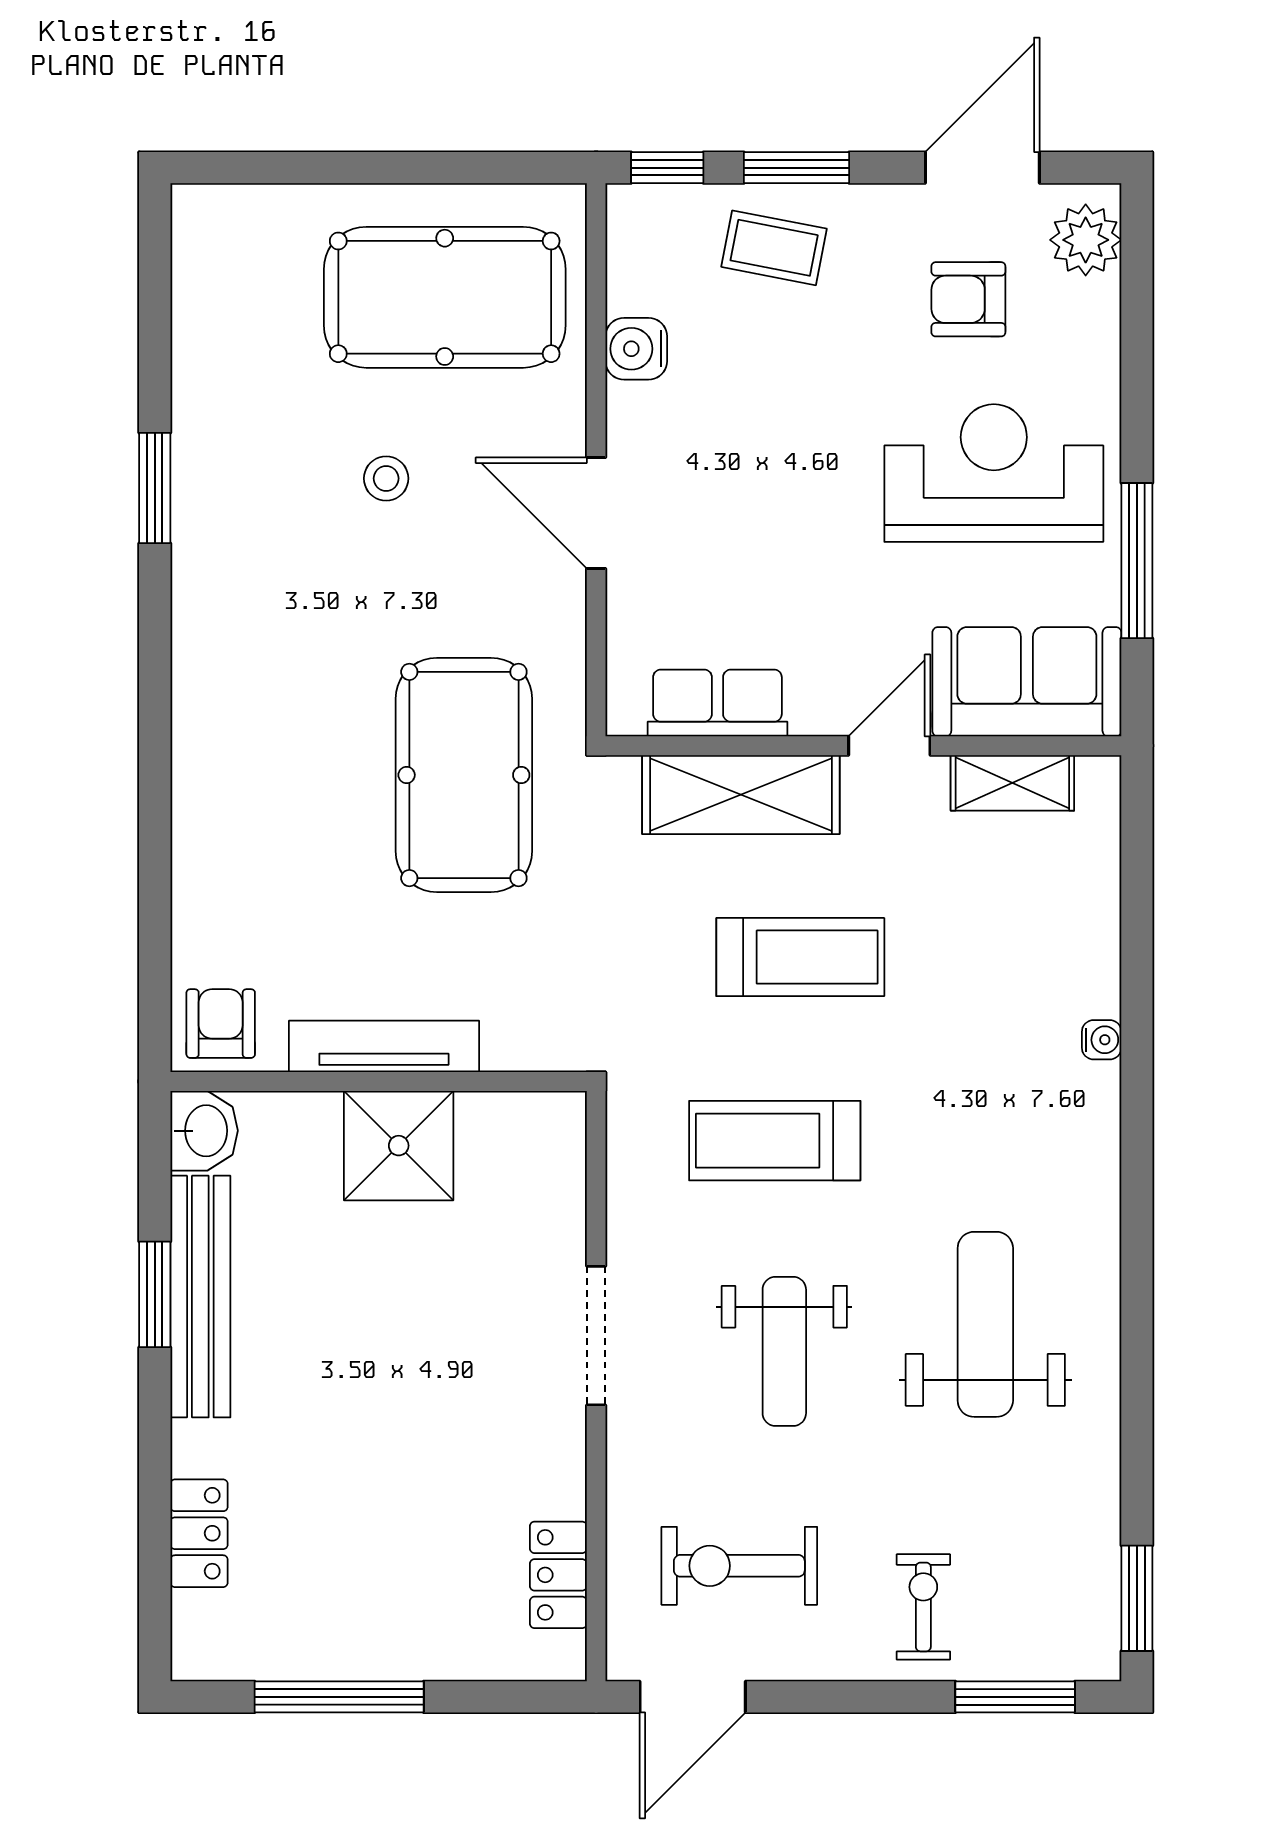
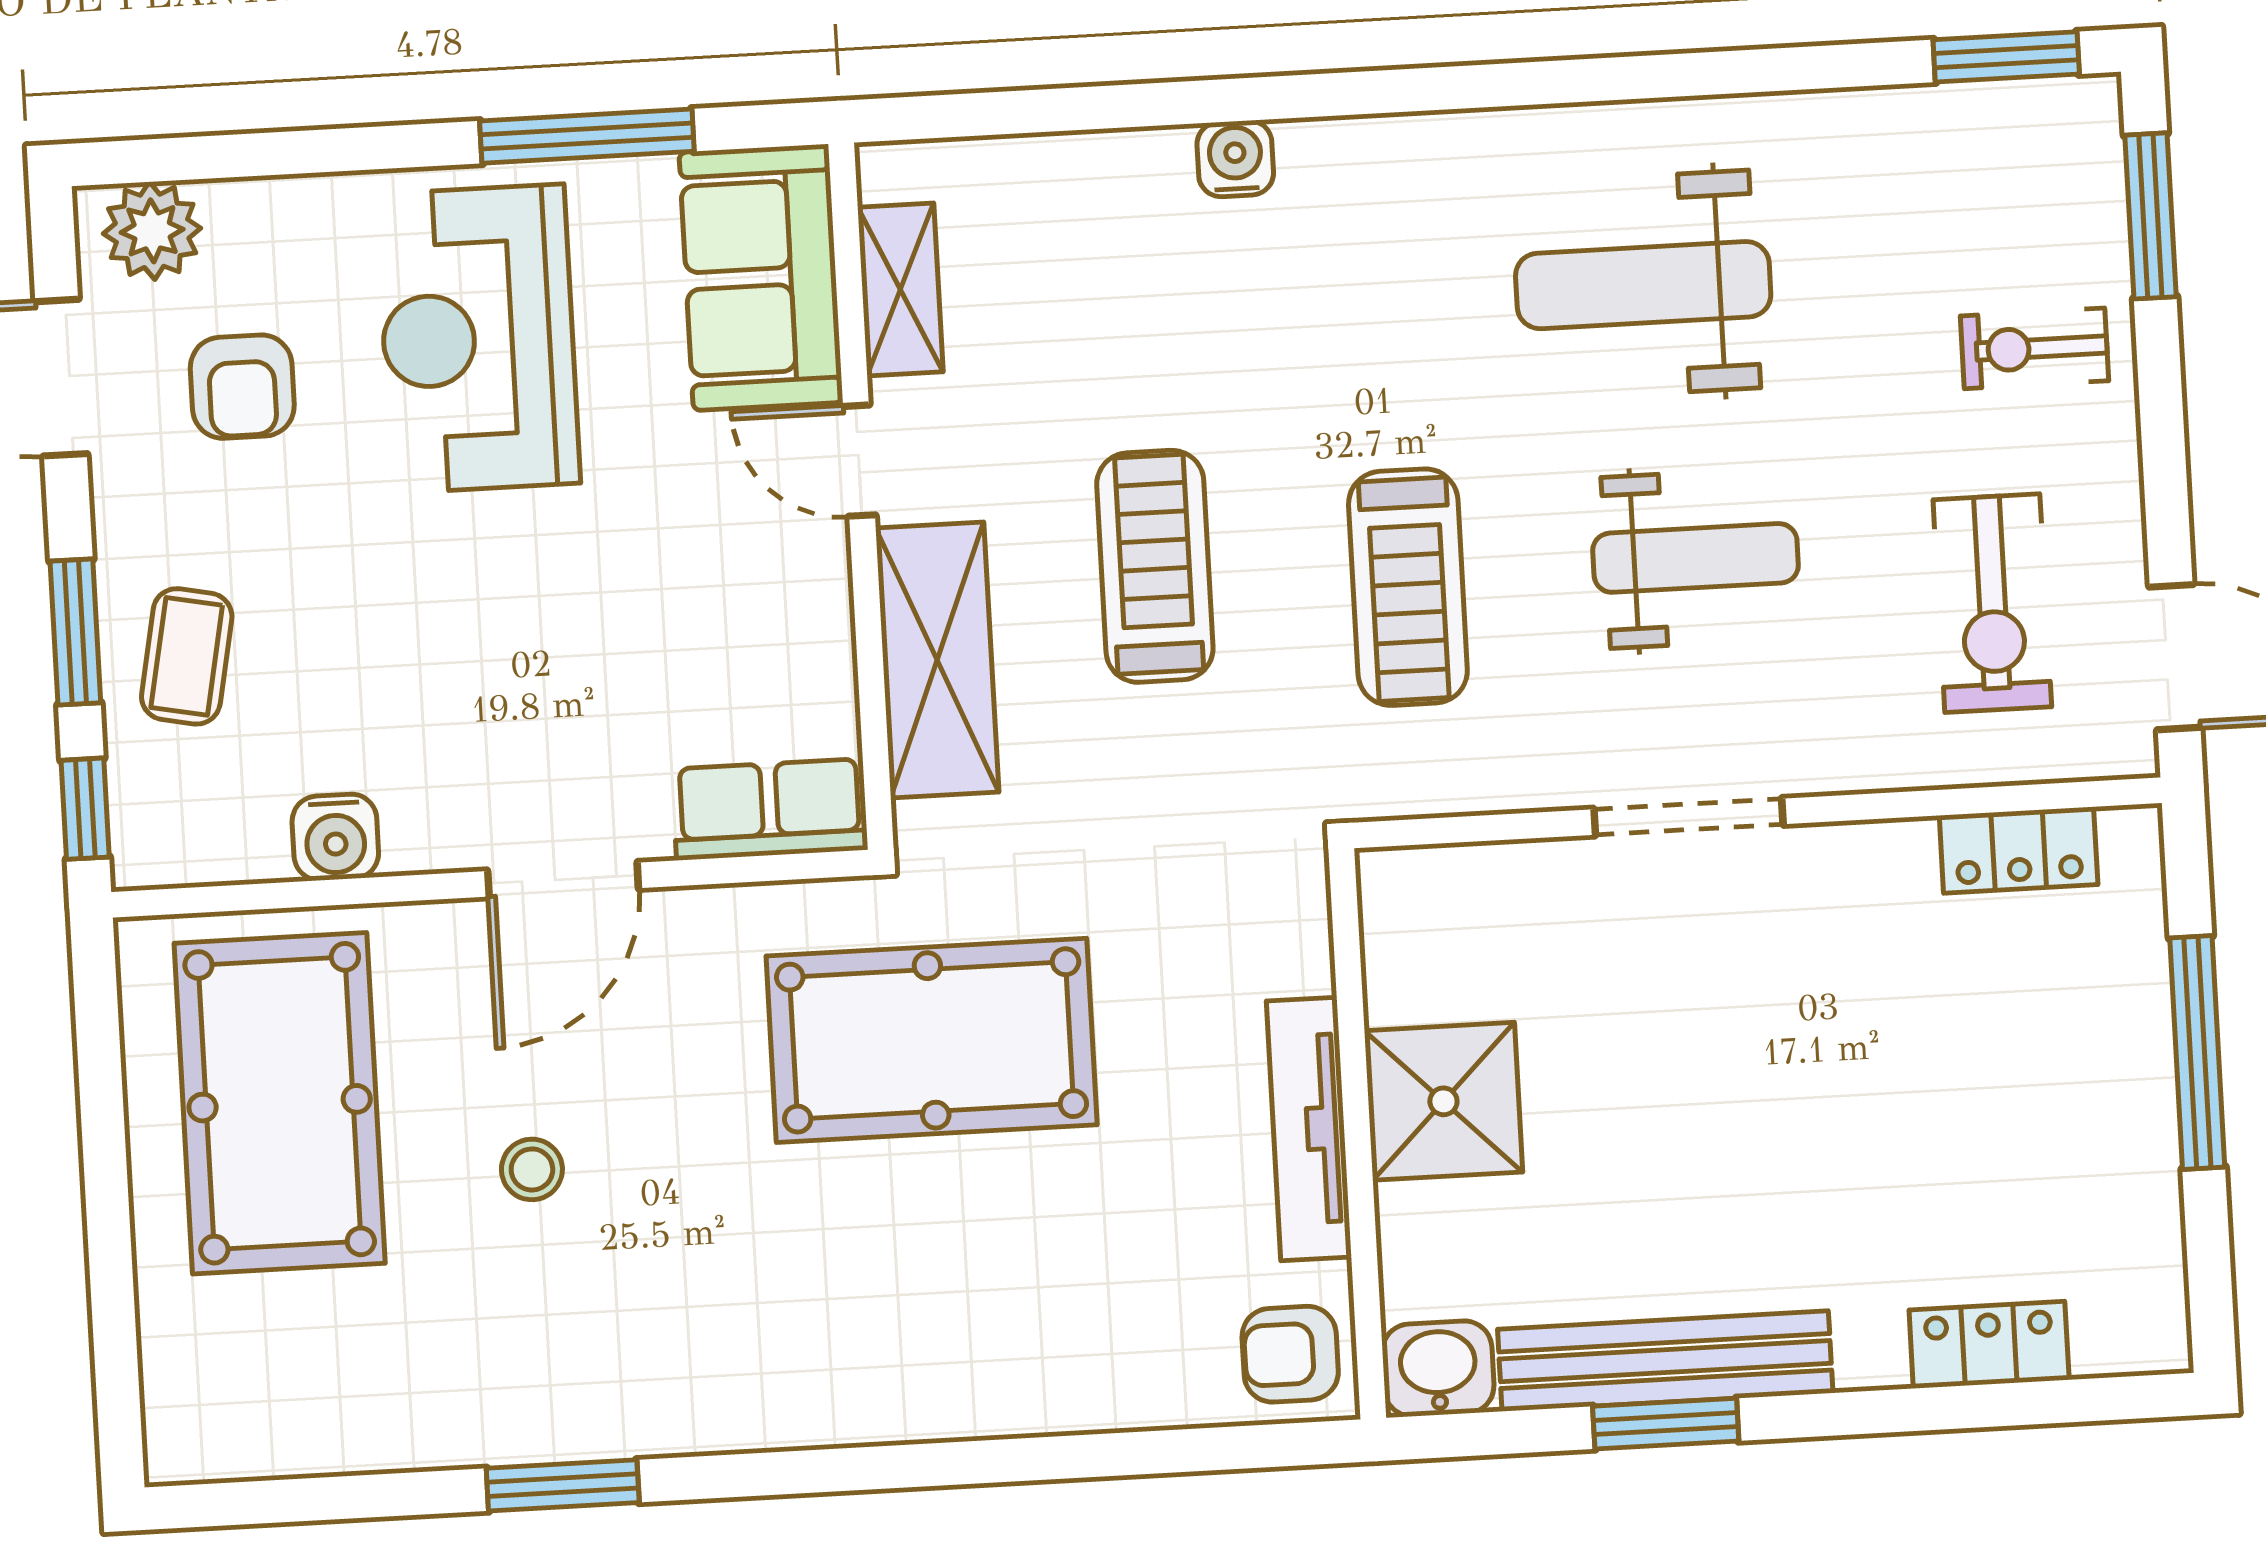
row of seats: (717, 703) -> (770, 809), moved, turned 90
water cooler: (1102, 1040) -> (1235, 159), width x1.38, depth x1.38
window: (339, 1697) -> (2197, 1053), moved

